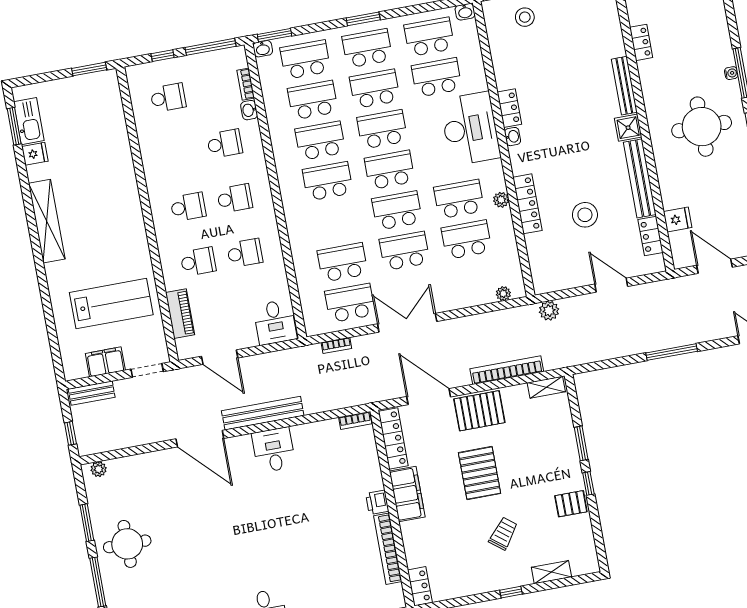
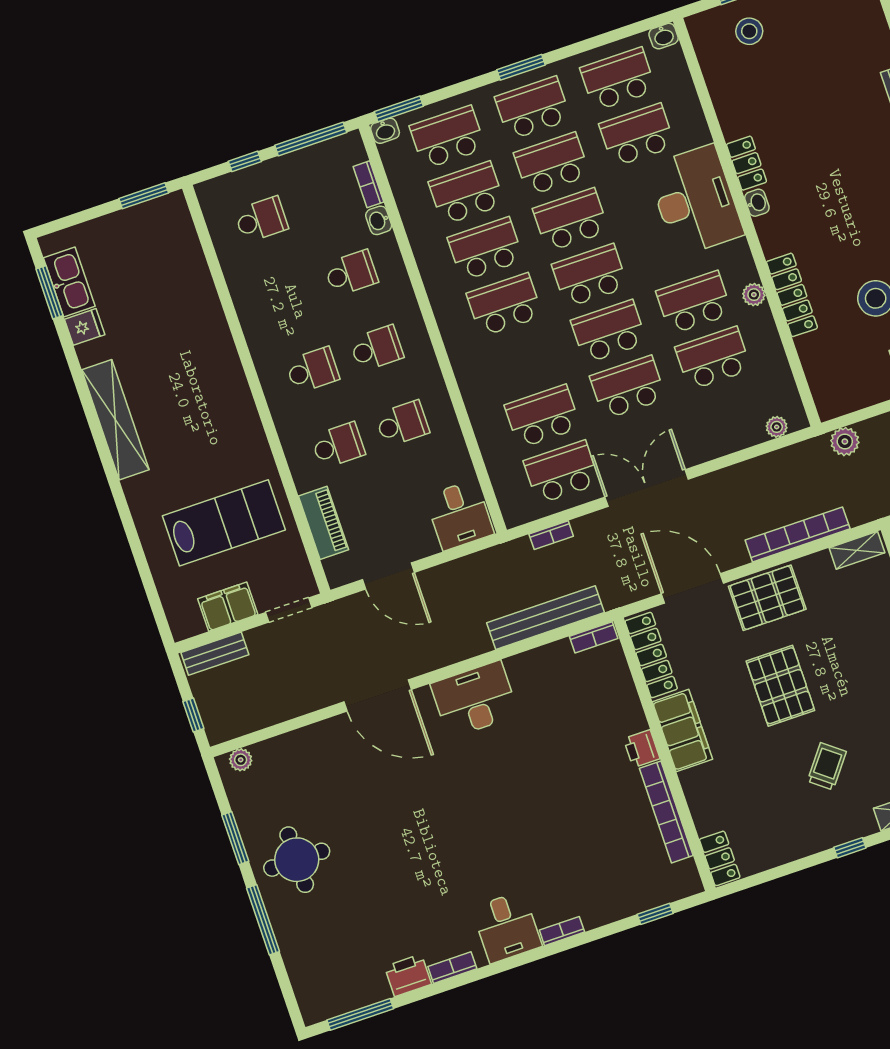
bench: (263, 413) -> (545, 618), moved
desk: (274, 450) -> (475, 699), width x1.37

